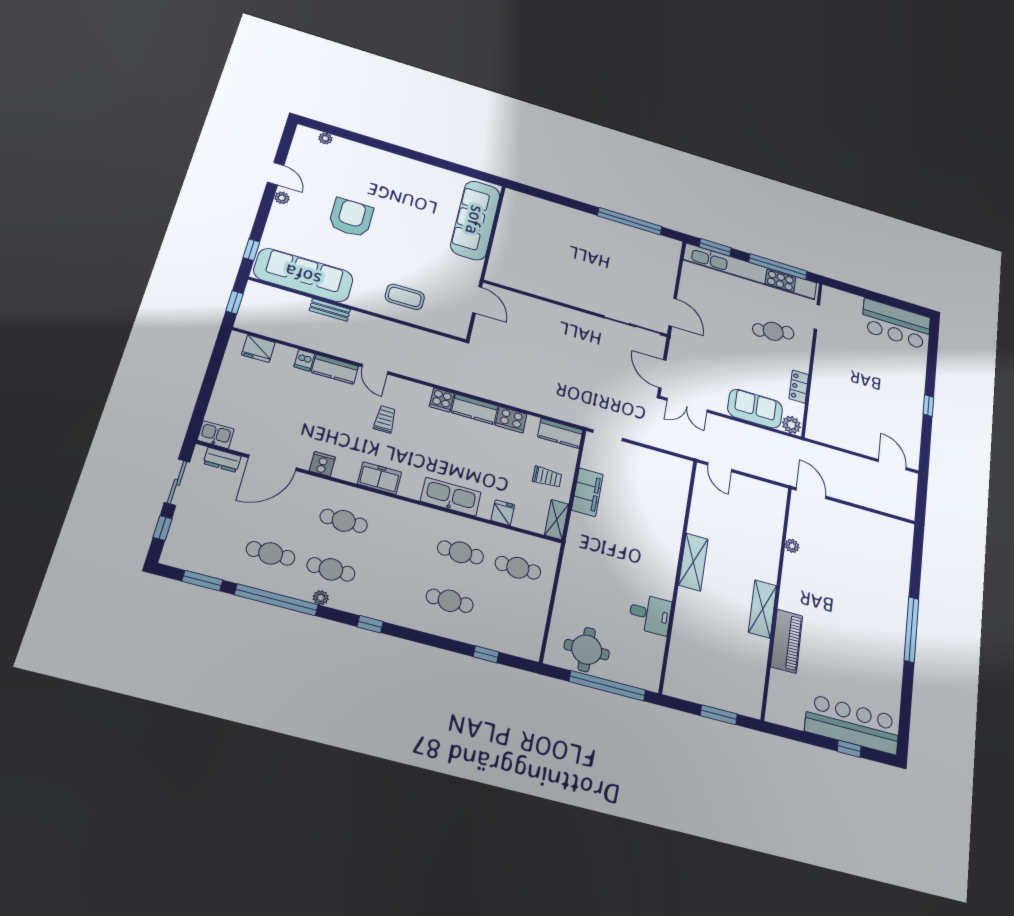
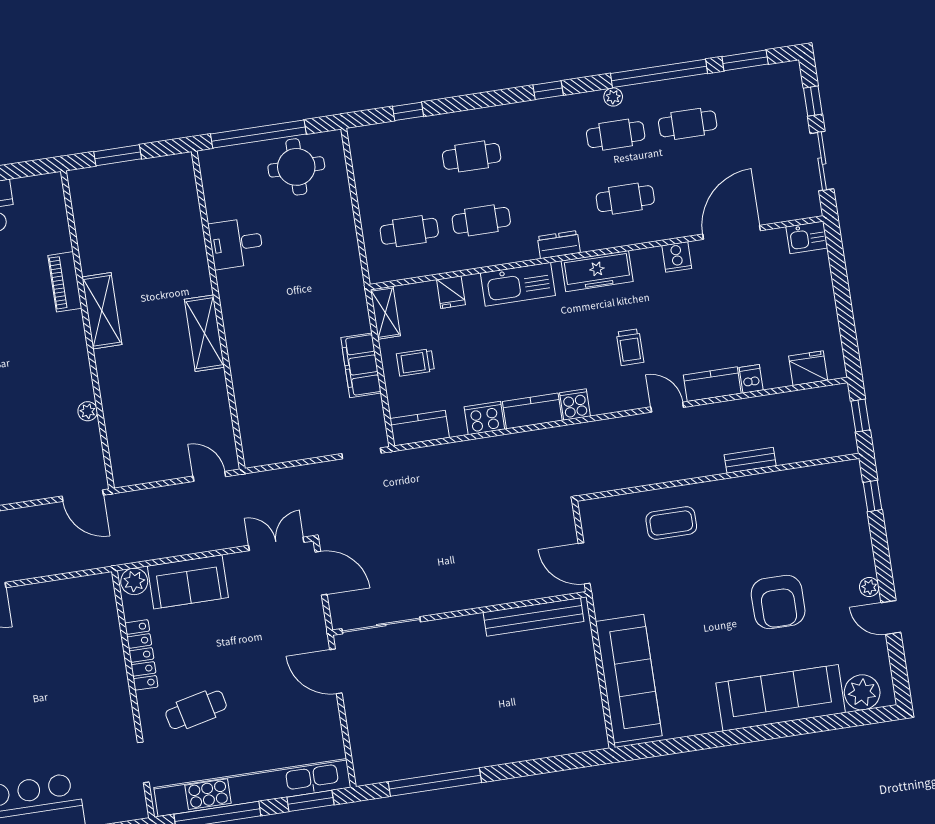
plant: (325, 138) -> (862, 692), width x1.88, depth x1.88
sofa: (303, 275) -> (781, 698), moved, turned 180
bench: (526, 284) -> (534, 617), added
locker: (799, 387) -> (141, 655), width x1.53
dresser: (222, 460) -> (559, 245), moved
freezer: (379, 478) -> (597, 271), width x1.40
piano: (787, 641) -> (65, 282), width x0.73, depth x0.75

